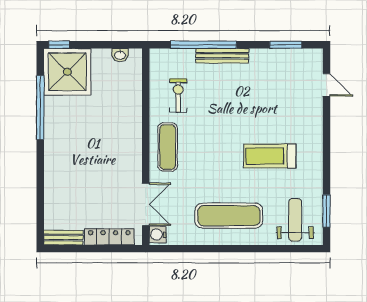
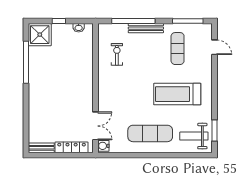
window: (59, 45) -> (59, 21), moved
window: (286, 45) -> (188, 21), width x1.44
shower: (67, 72) -> (40, 35), width x0.73, depth x0.73
exercise mat: (168, 147) -> (178, 49), moved
treadmill: (270, 156) -> (177, 94), width x1.37, depth x1.38
weight bench: (295, 220) -> (194, 136), turned -90

